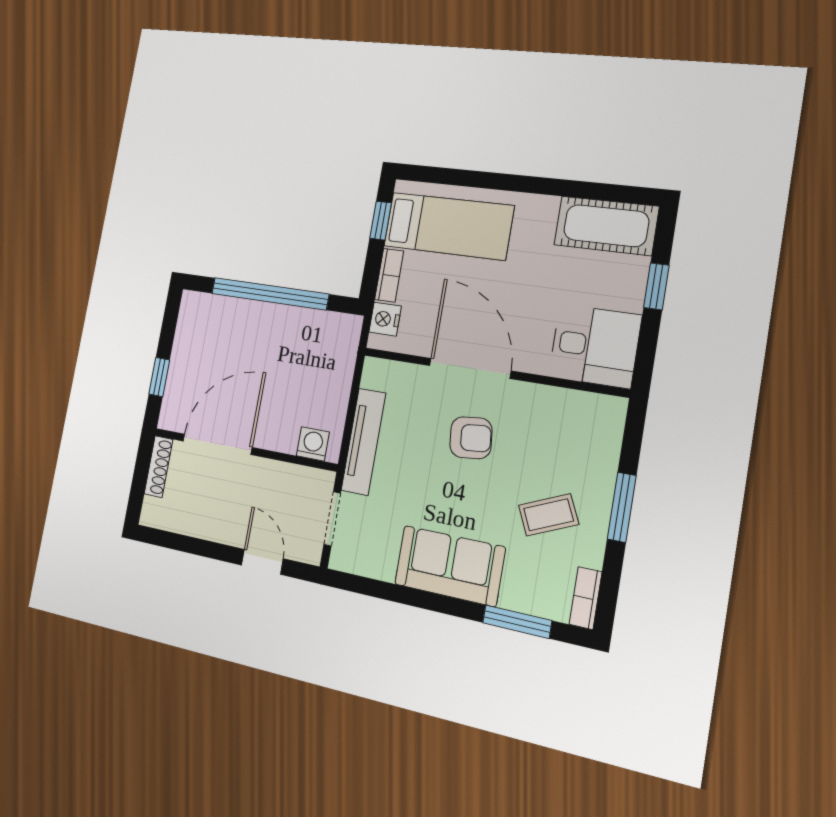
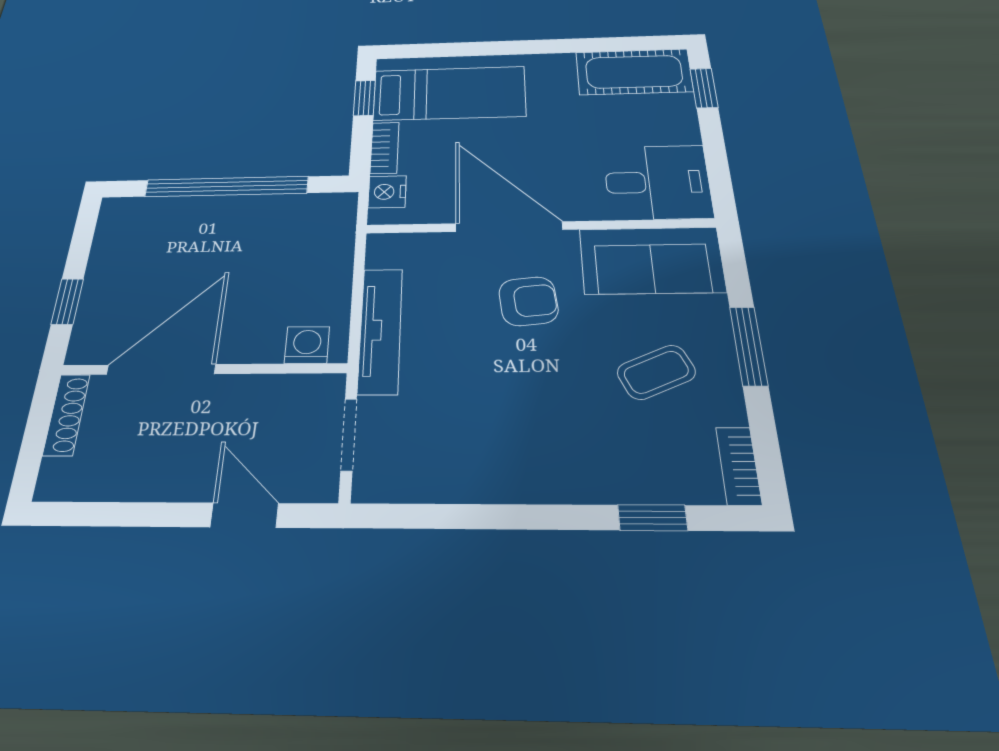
window: (656, 286) -> (704, 88), moved
sofa: (450, 566) -> (652, 260), moved, turned 180
window: (517, 622) -> (652, 518), width x0.67

